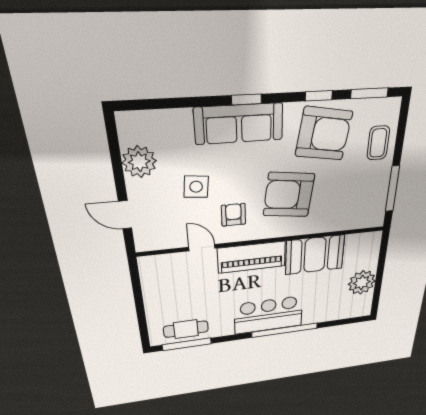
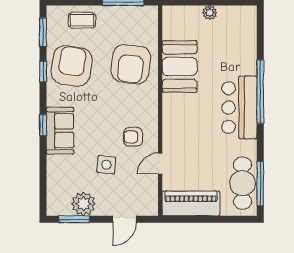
sofa: (239, 124) -> (60, 131), width x0.73
window: (115, 151) -> (74, 219), added
armchair: (289, 195) -> (131, 64), moved
piano: (252, 257) -> (191, 203), moved, turned -90
plant: (362, 283) -> (210, 13), width x0.53, depth x0.53
cafe table: (186, 329) -> (243, 183), width x1.37, depth x1.35

